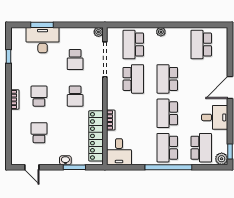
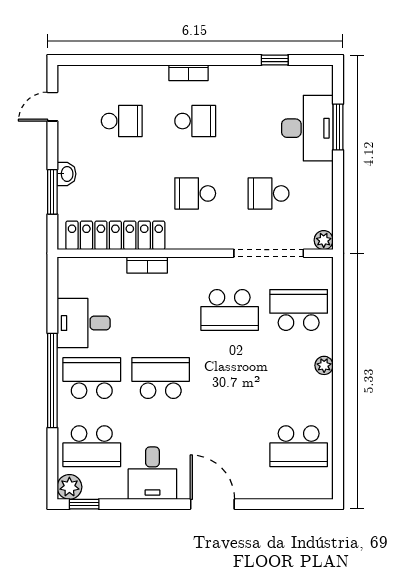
school desk: (201, 45) -> (299, 446), turned 180
school desk: (167, 79) -> (230, 378), removed
desk: (119, 152) -> (84, 323), moved

